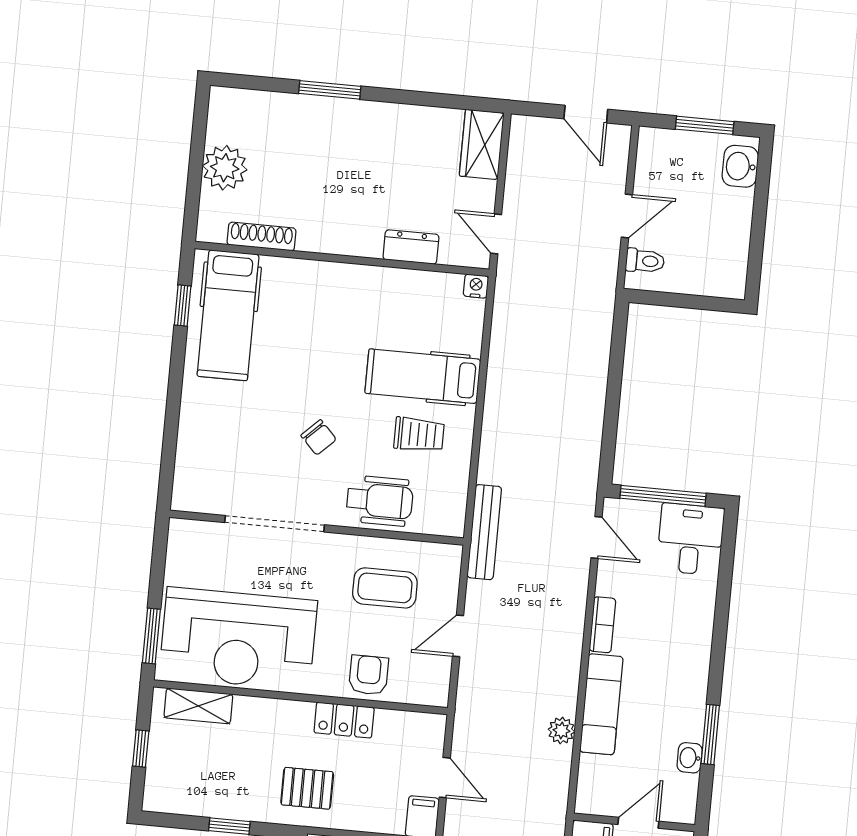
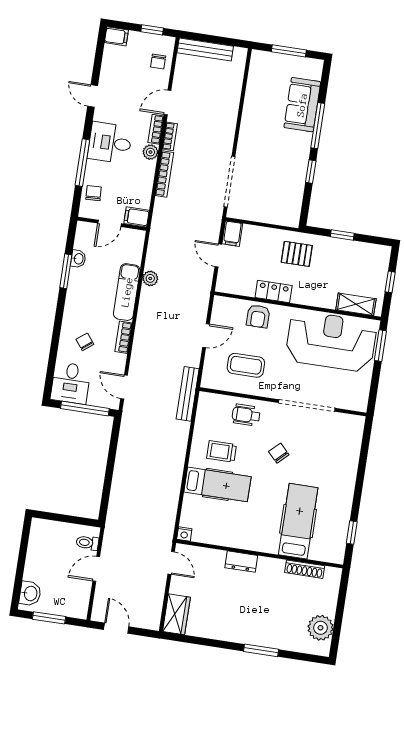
plant: (225, 168) -> (321, 628), moved
dresser: (411, 247) -> (241, 562), moved
hospital bed: (228, 315) -> (298, 521), moved
wheelchair: (380, 501) -> (246, 415), width x0.73, depth x0.73
chair: (670, 613) -> (85, 342), added

